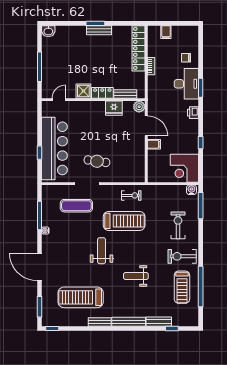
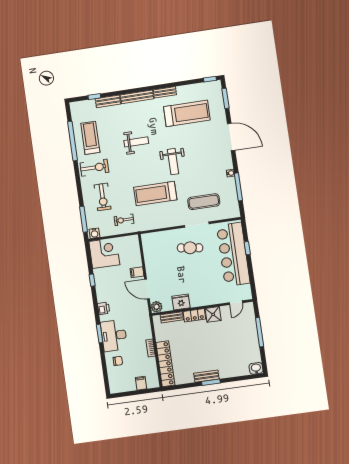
exercise bike: (131, 195) -> (124, 220), moved

